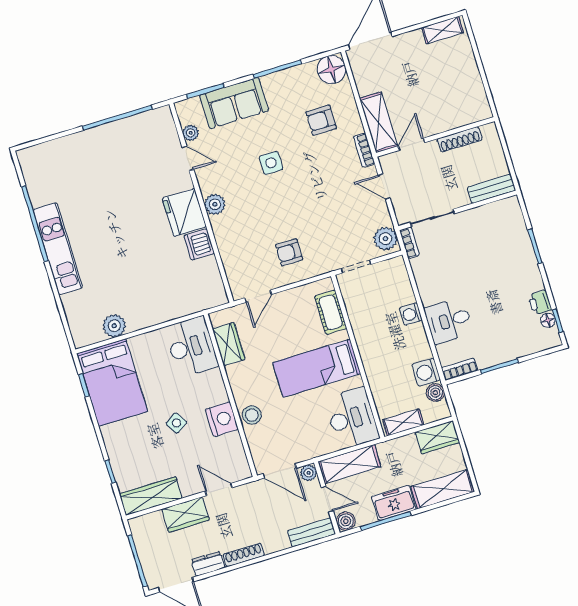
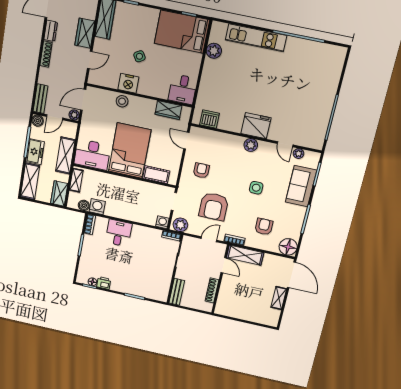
shelving: (443, 30) -> (279, 298), moved
door: (188, 158) -> (285, 144), hinge flipped
armchair: (331, 207) -> (214, 206), added
dishwasher: (199, 244) -> (209, 119), moved
kitchen unit: (58, 249) -> (256, 38), moved
washing machine: (411, 314) -> (162, 222), moved
desk: (191, 347) -> (183, 89), width x0.73
bed: (317, 368) -> (130, 151), width x1.50
shelving: (349, 464) -> (65, 155), moved

